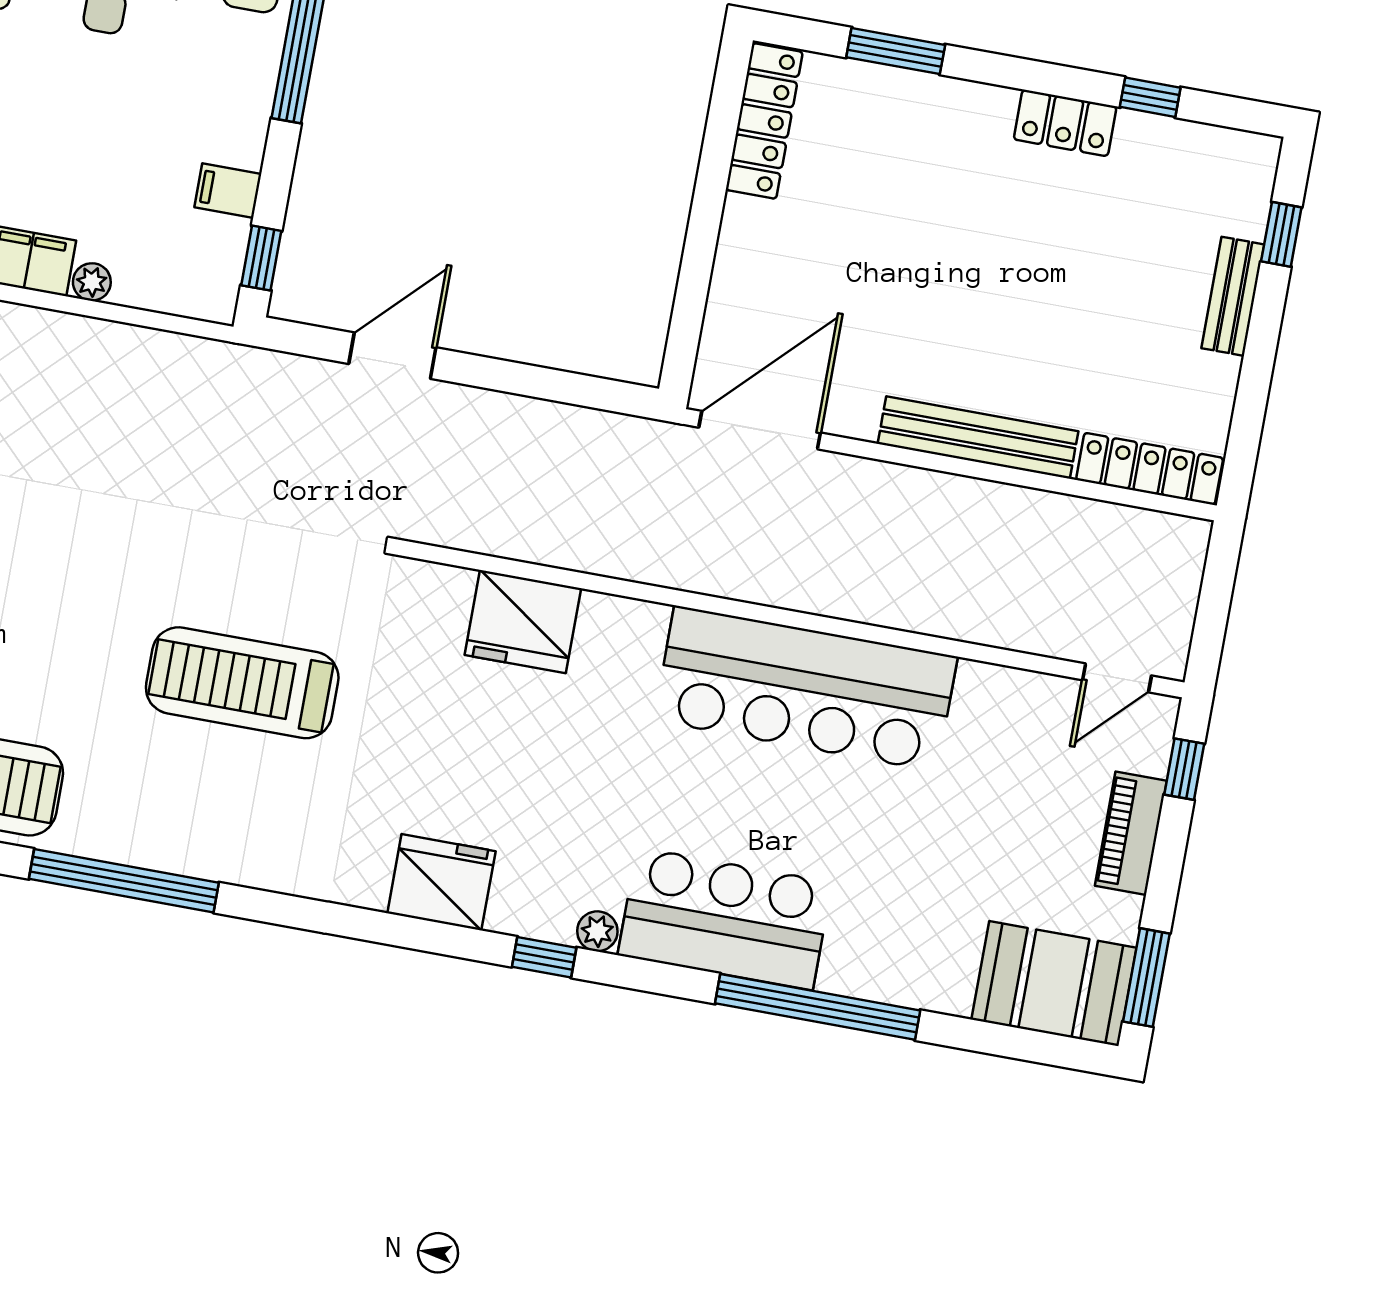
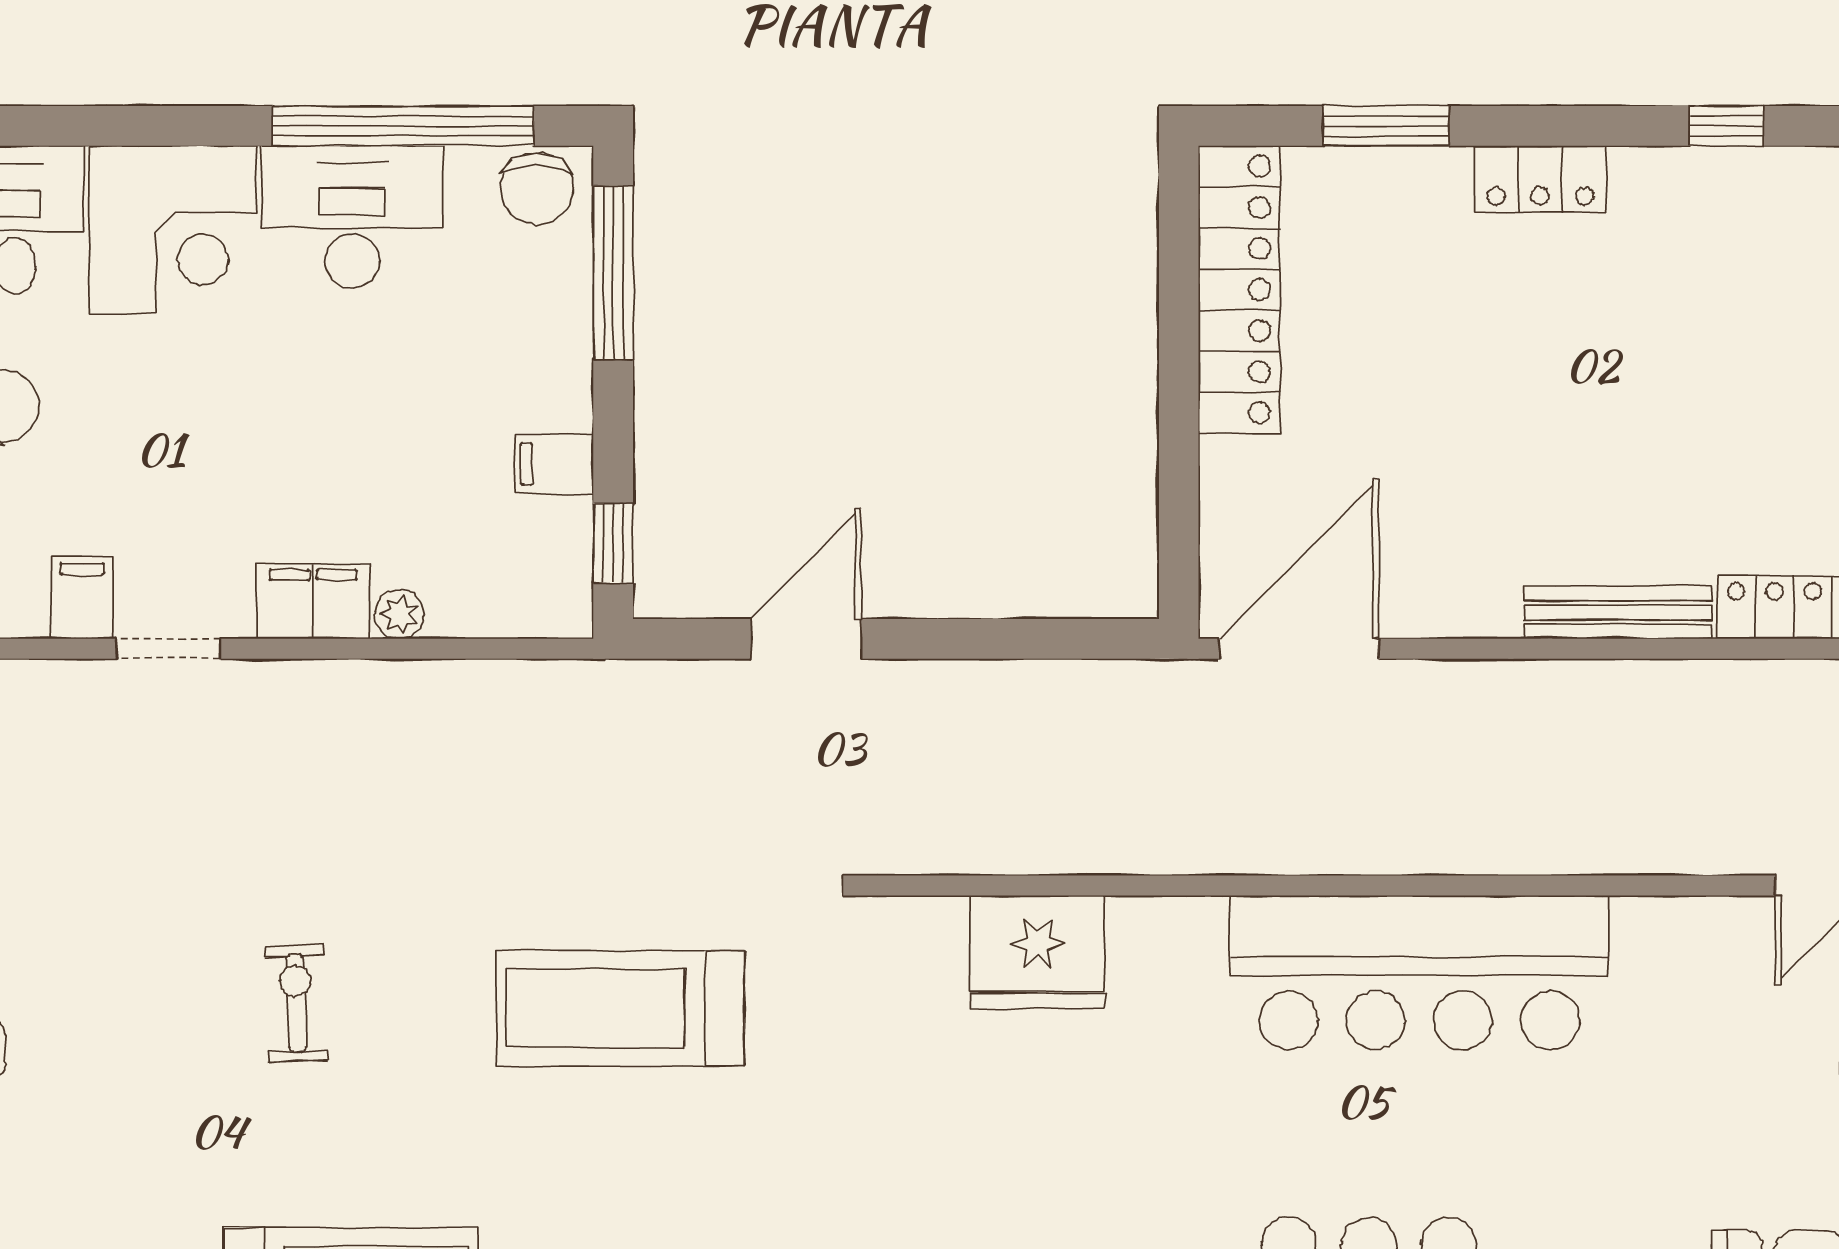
locker: (764, 121) -> (1239, 290), width x1.41, depth x1.21
locker: (1065, 123) -> (1540, 179), moved
bench: (978, 437) -> (1618, 612), width x0.73, depth x0.82
treadmill: (242, 683) -> (620, 1008), moved

